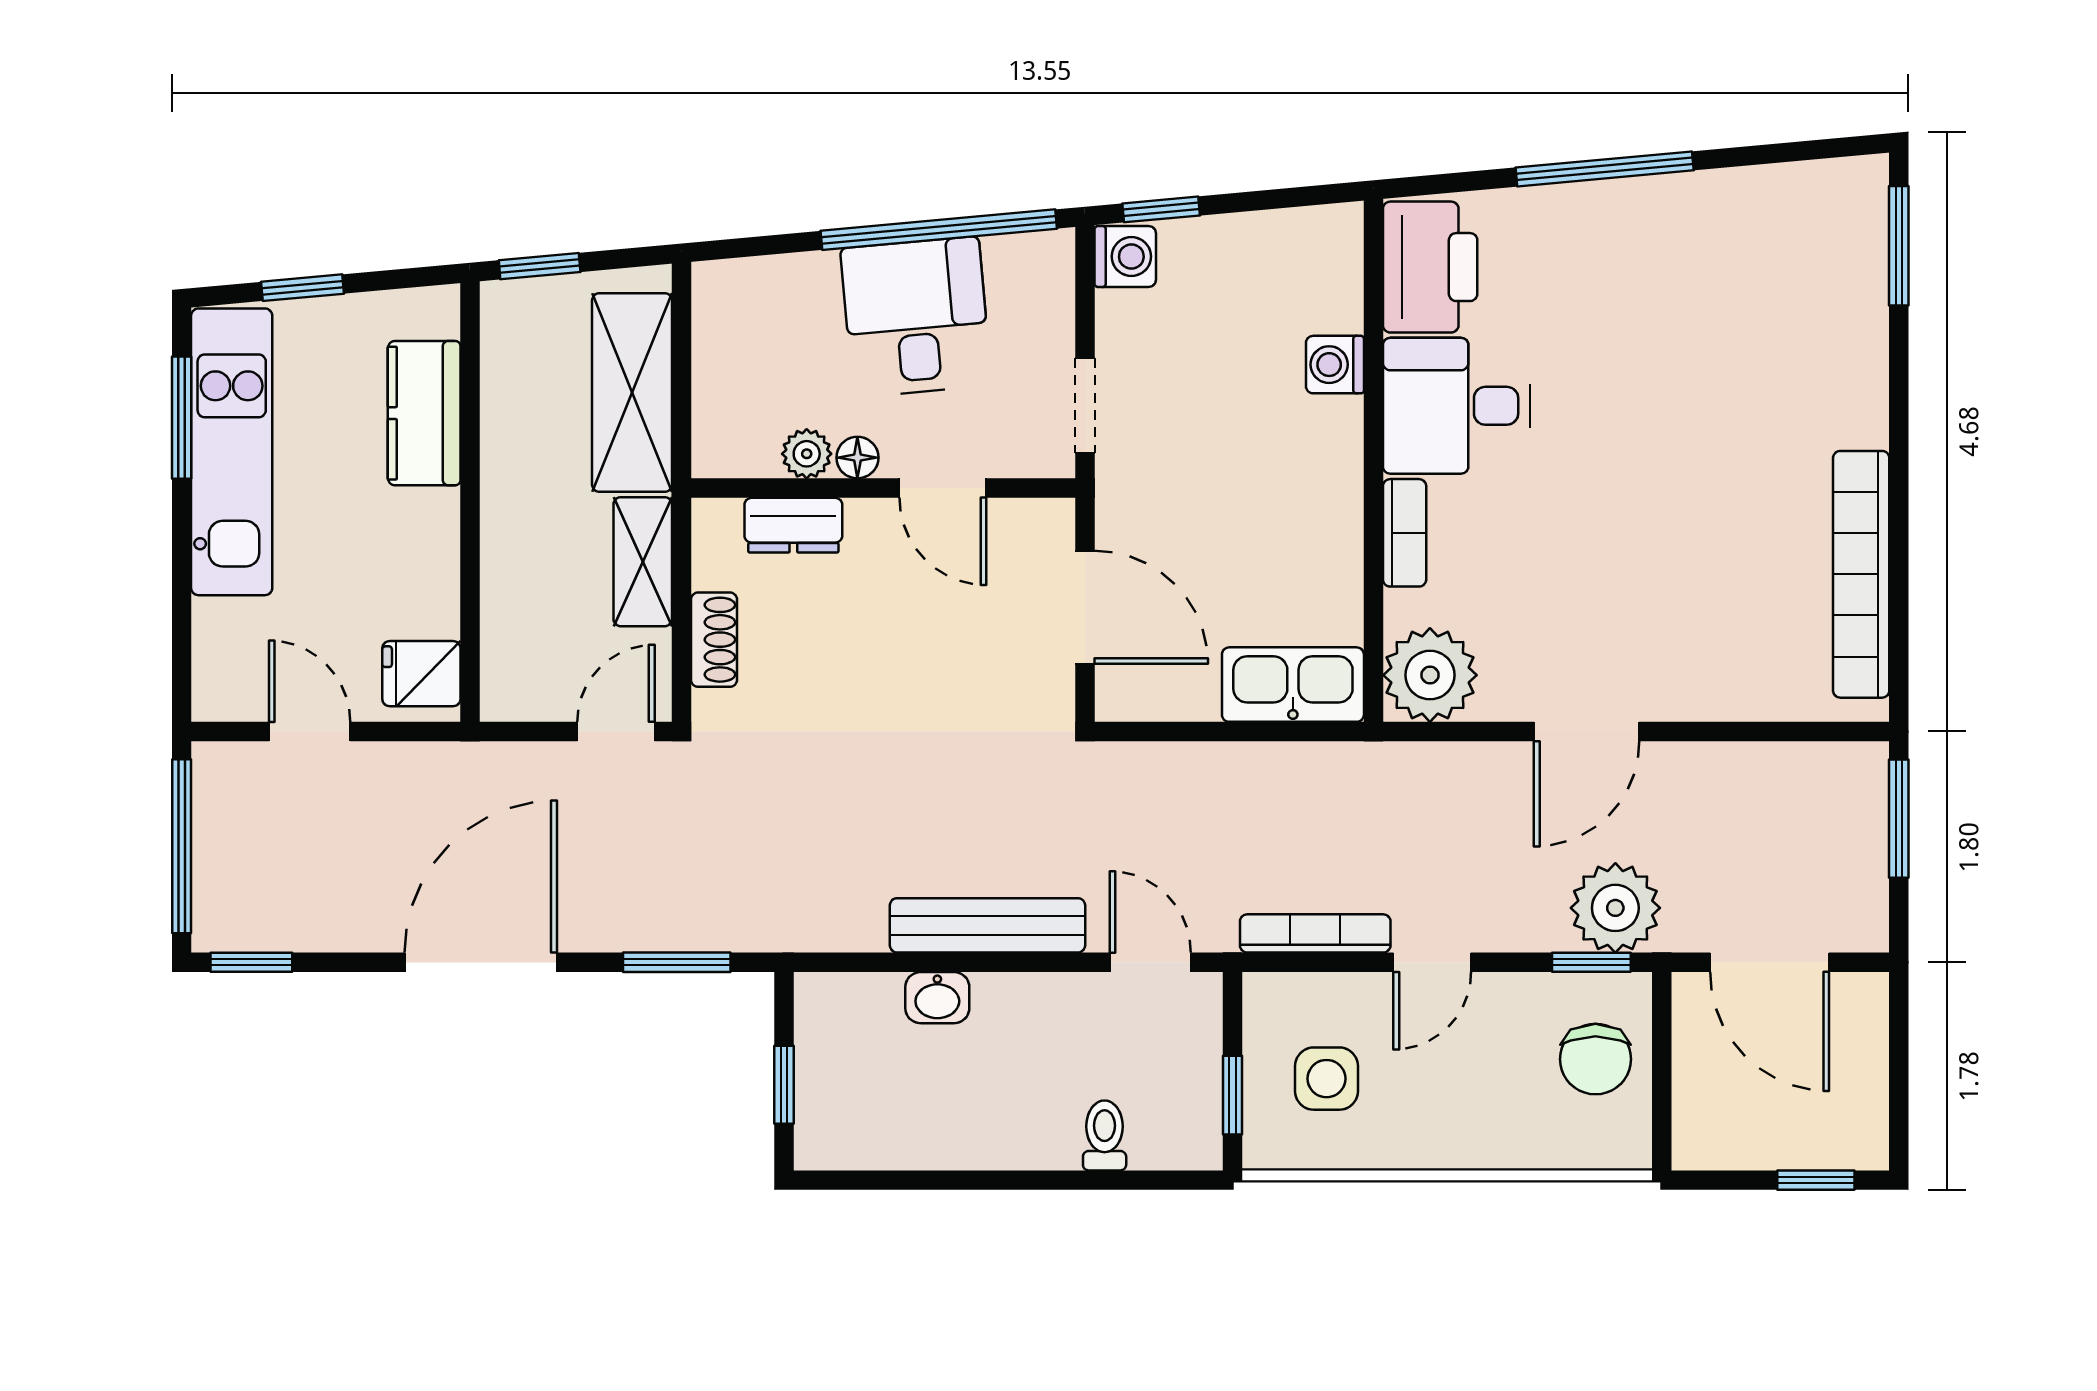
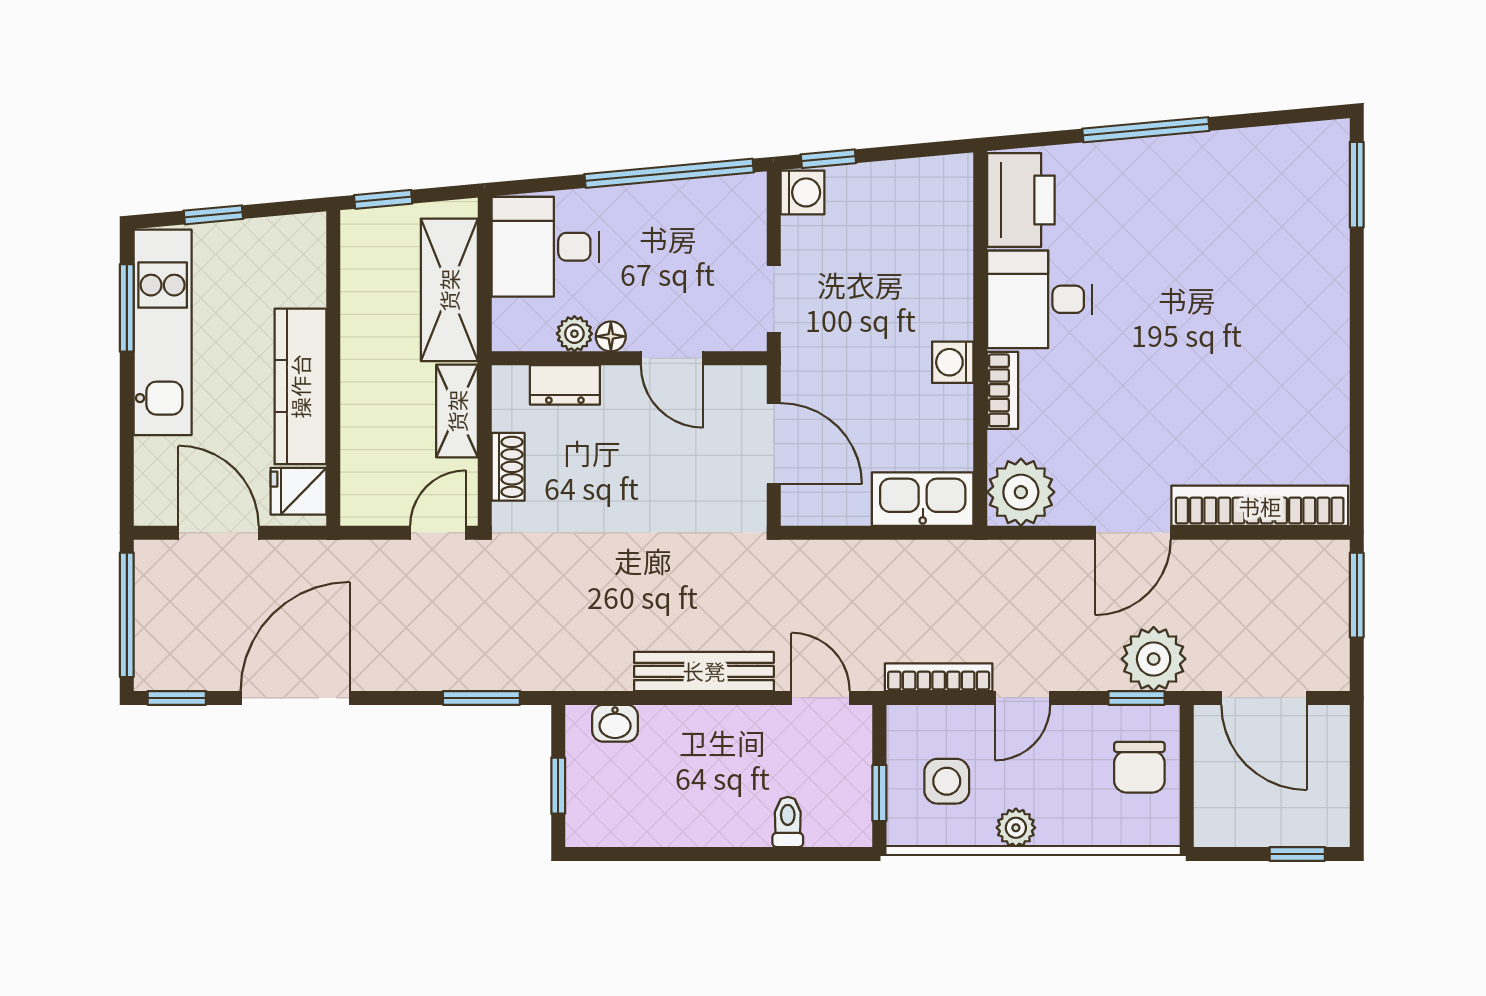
desk: (916, 317) -> (545, 247), moved, turned -85
washing machine: (1335, 365) -> (953, 362), moved
kitchen counter: (424, 413) -> (300, 386), moved, width x1.50
bookcase: (1861, 574) -> (1260, 506), moved, turned 90
door: (310, 732) -> (218, 533), width x1.38
door: (481, 962) -> (295, 698), moved
washbasin: (937, 998) -> (615, 723), moved
plant: (1423, 1144) -> (1016, 828), added

